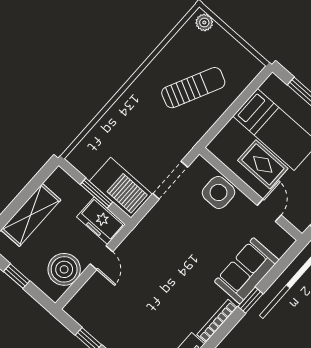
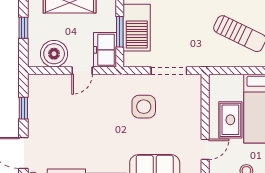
barbecue: (121, 188) -> (137, 28), moved
side table: (218, 192) -> (144, 107), moved

